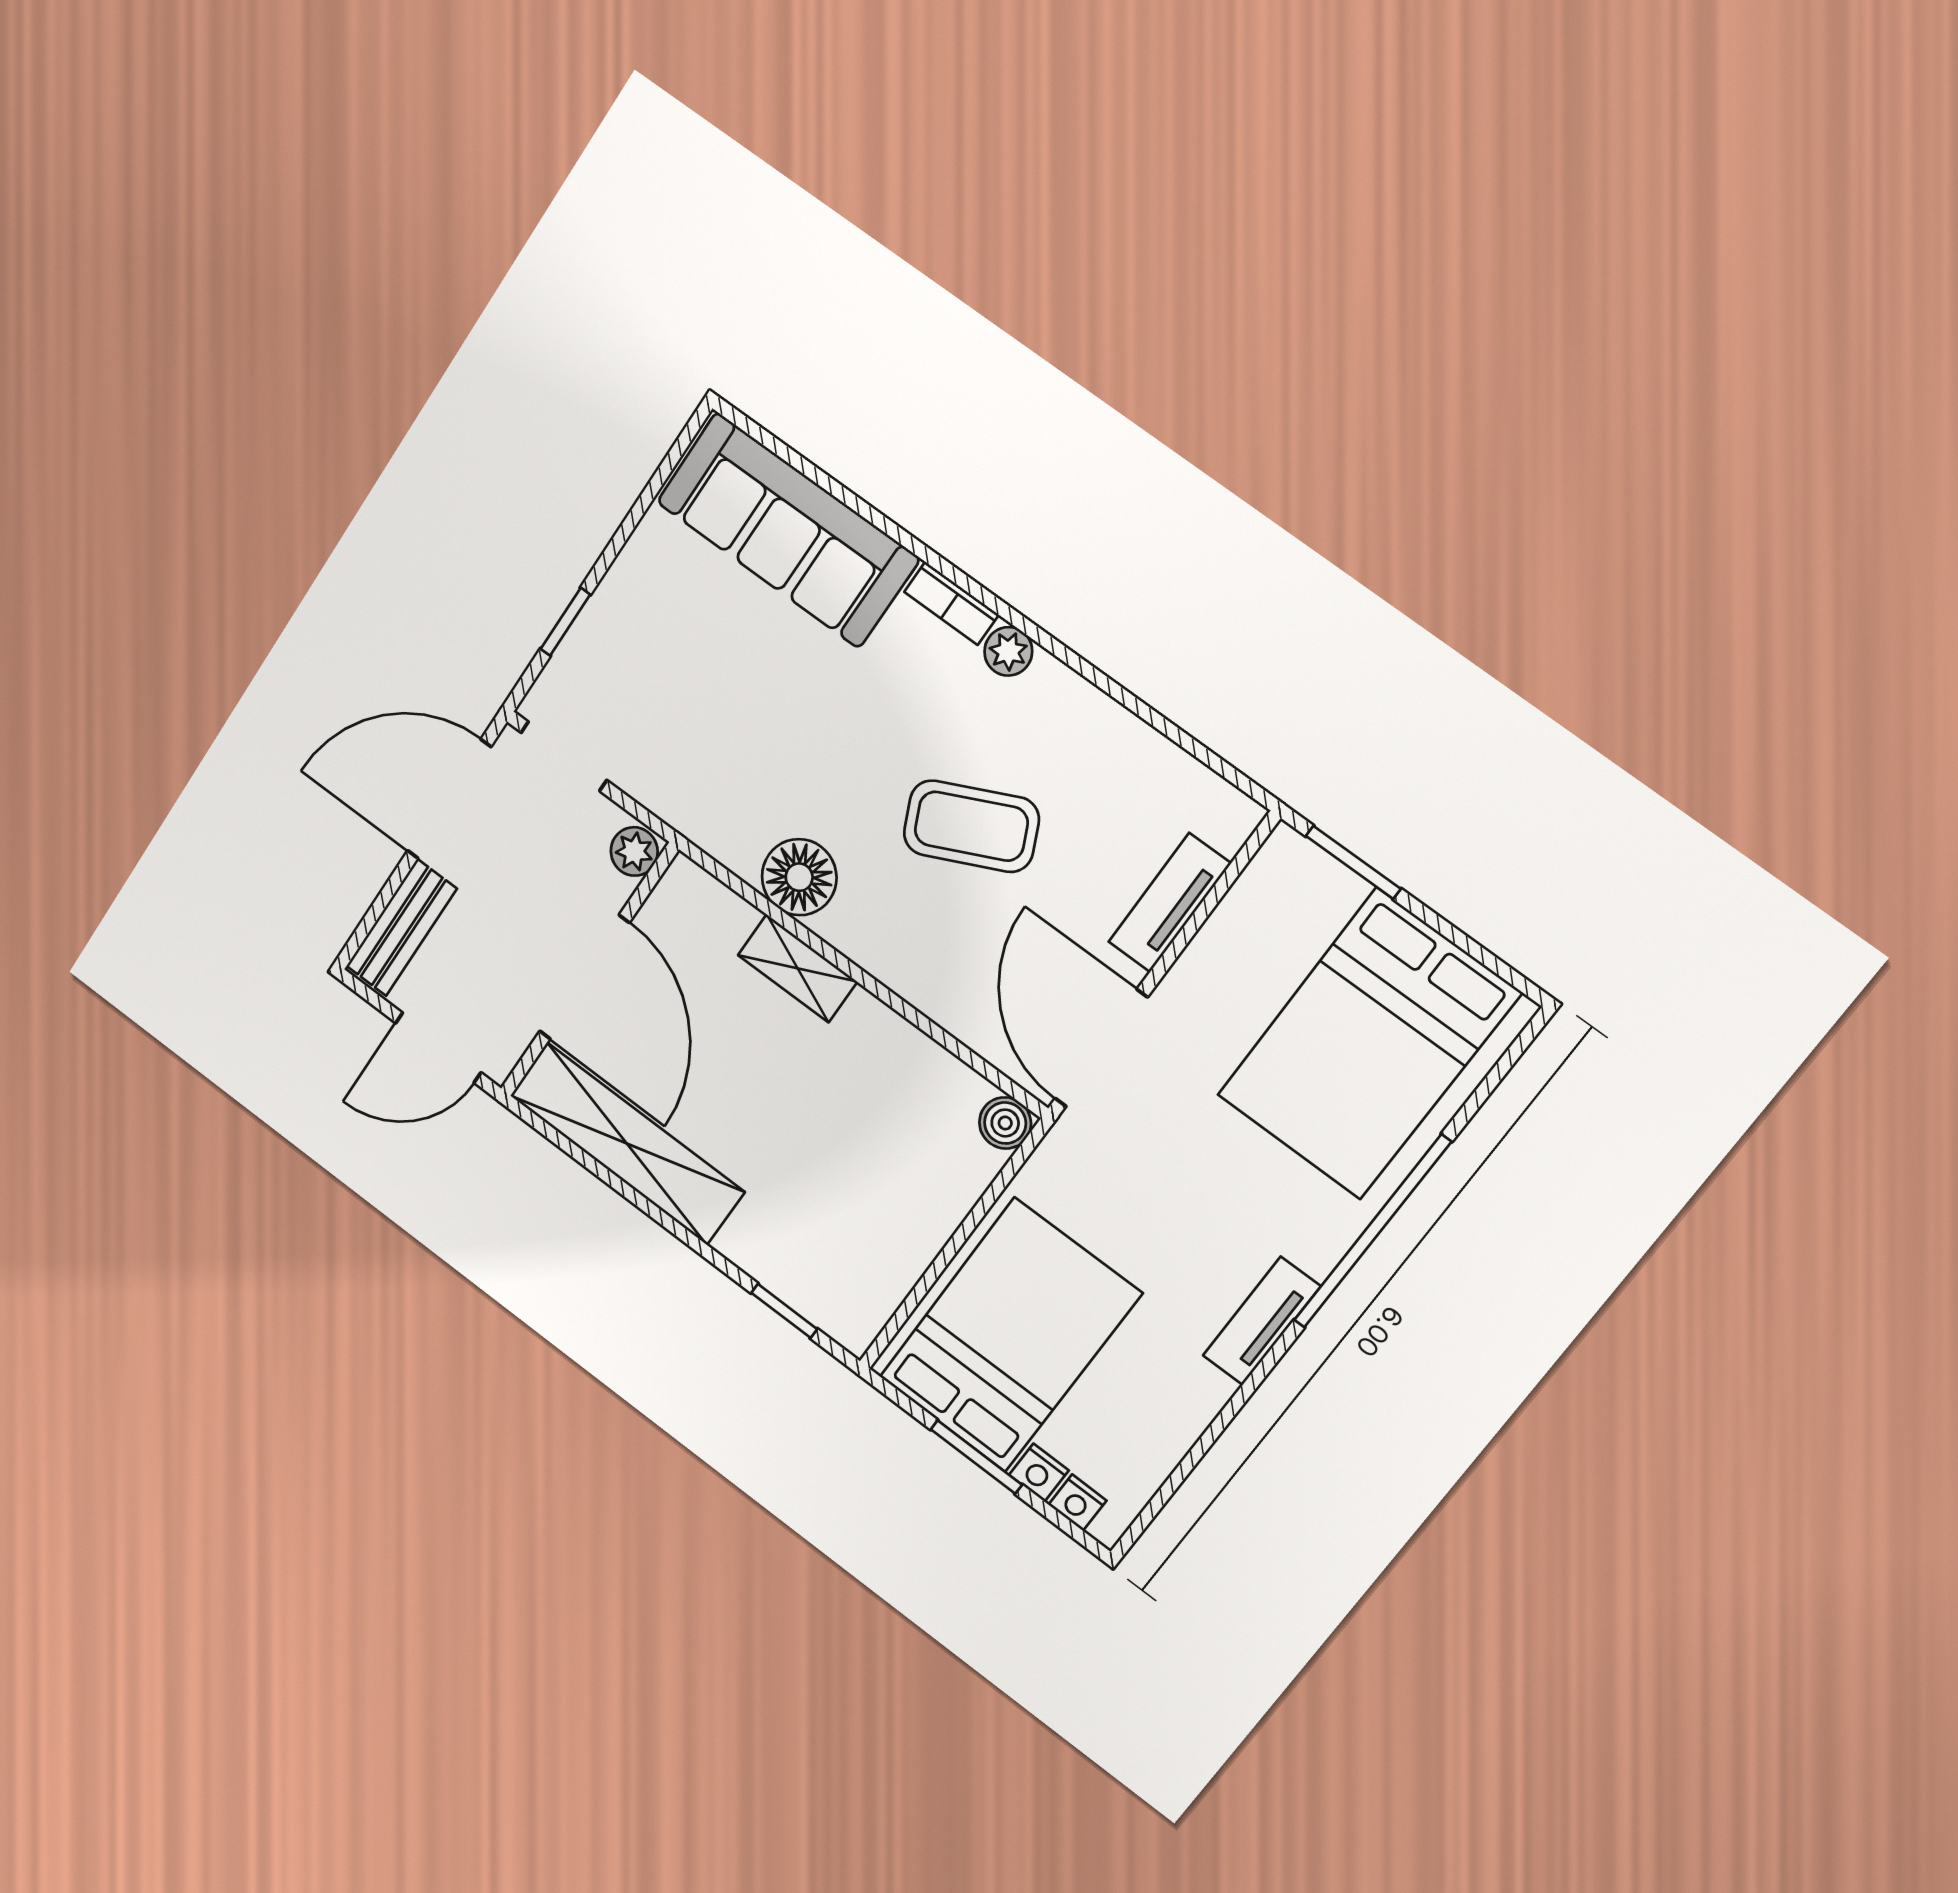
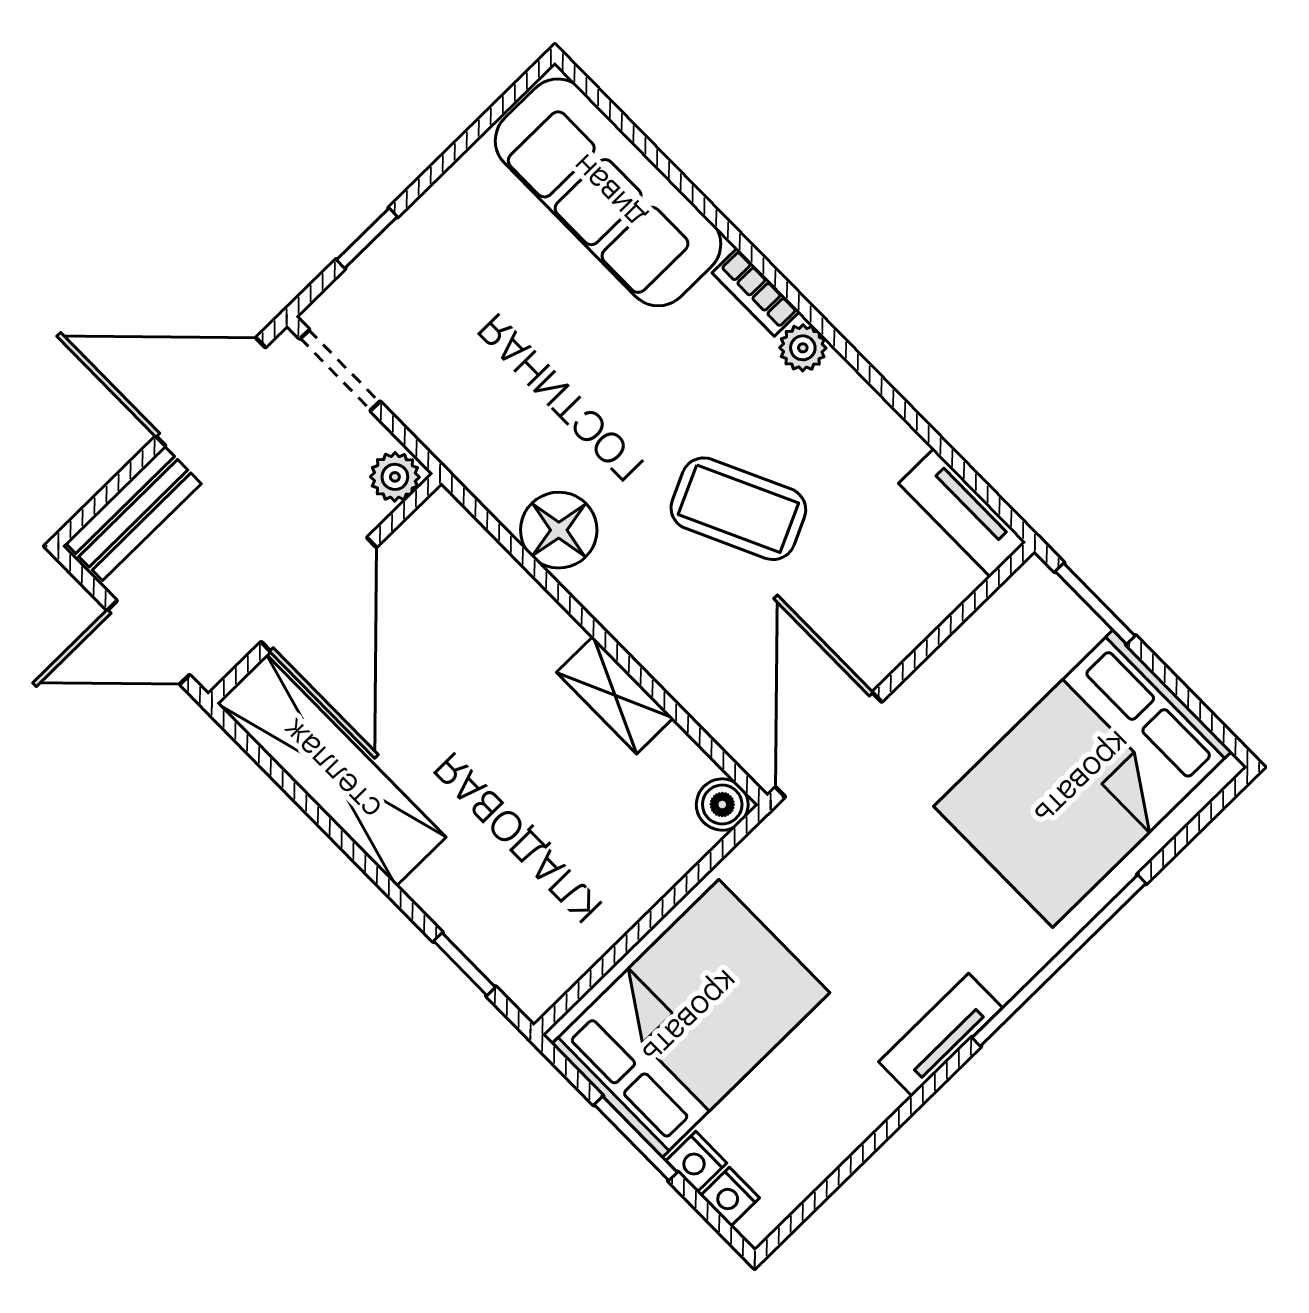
tv unit: (1169, 903) -> (962, 513), moved, turned -90
shelving: (798, 968) -> (615, 695), moved

